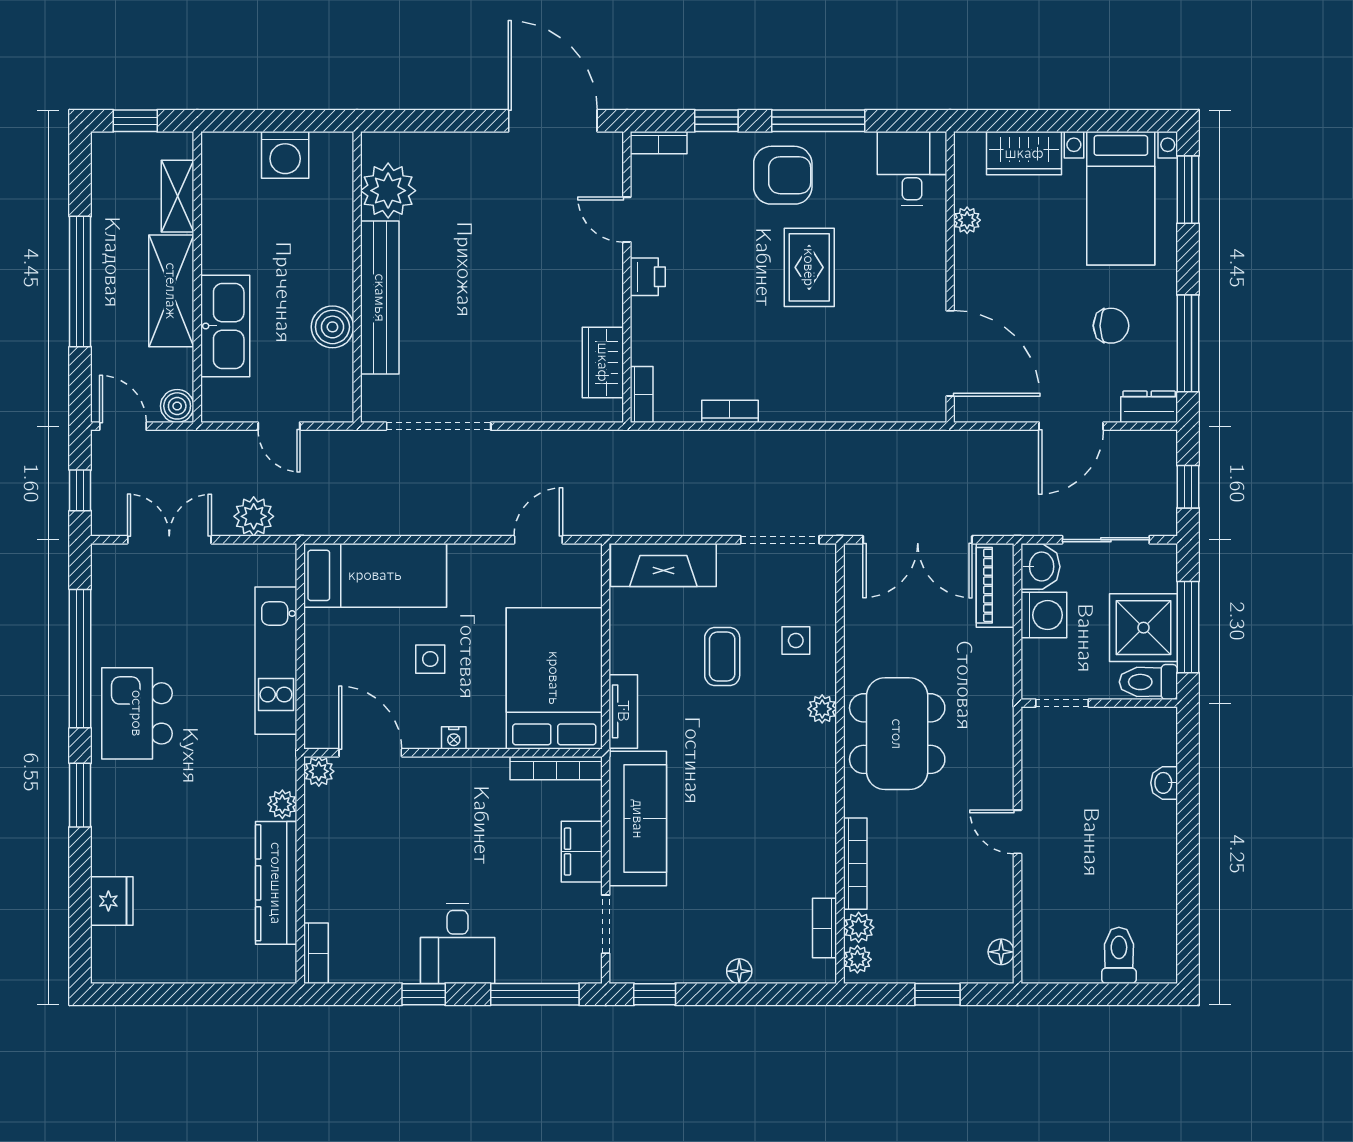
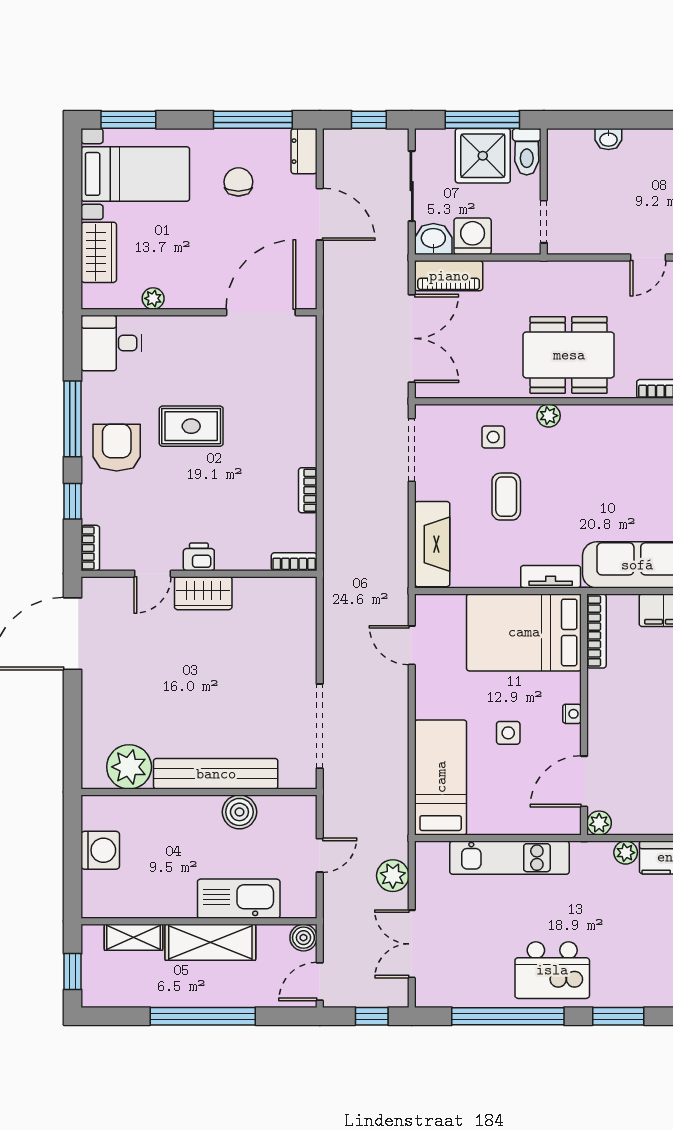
wardrobe: (603, 362) -> (203, 593), moved
coffee table: (722, 656) -> (506, 497), turned 90

